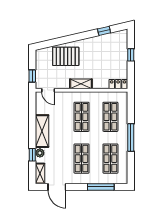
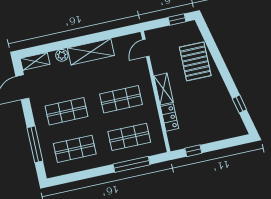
window: (131, 55) -> (193, 151), moved
window: (32, 76) -> (177, 19), moved
locker: (118, 84) -> (170, 117), moved
window: (131, 137) -> (131, 164), moved
window: (32, 155) -> (57, 46), removed

